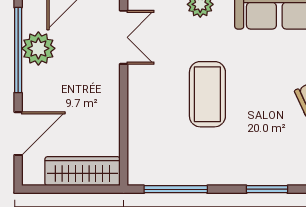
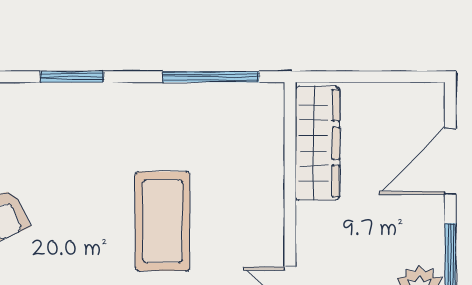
wardrobe: (82, 171) -> (317, 143), moved, turned -90

